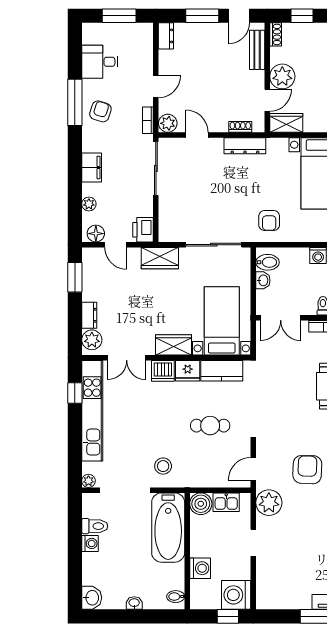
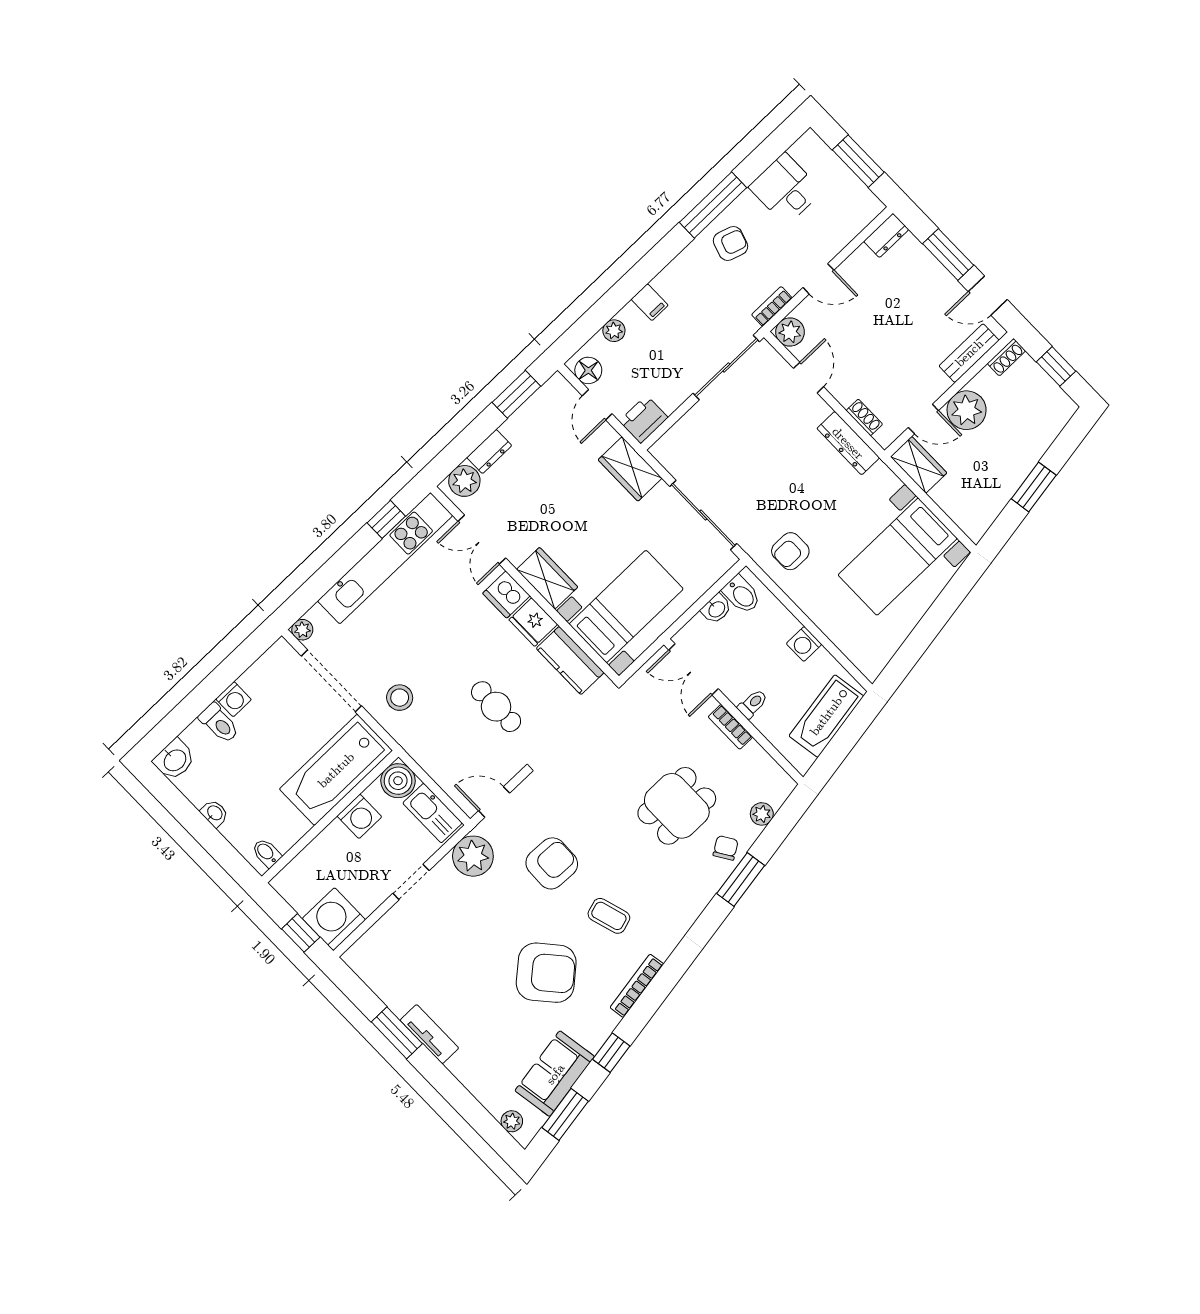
filing cabinet: (92, 168) -> (650, 302), width x0.50
kitchen sink: (226, 502) -> (433, 813), width x1.38
toilet: (95, 526) -> (219, 723), moved
washing machine: (200, 568) -> (359, 816), moved

